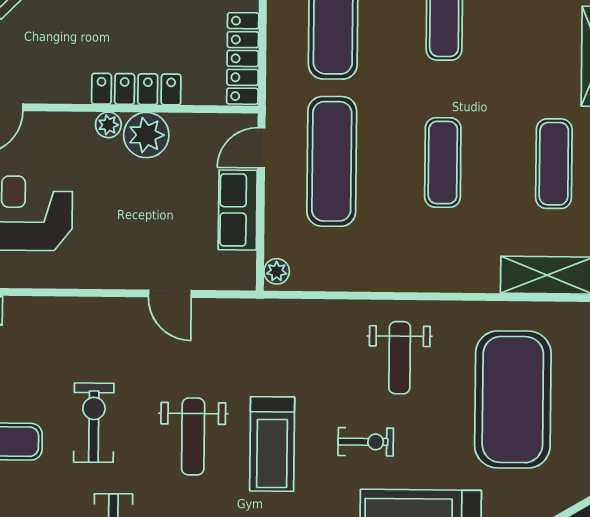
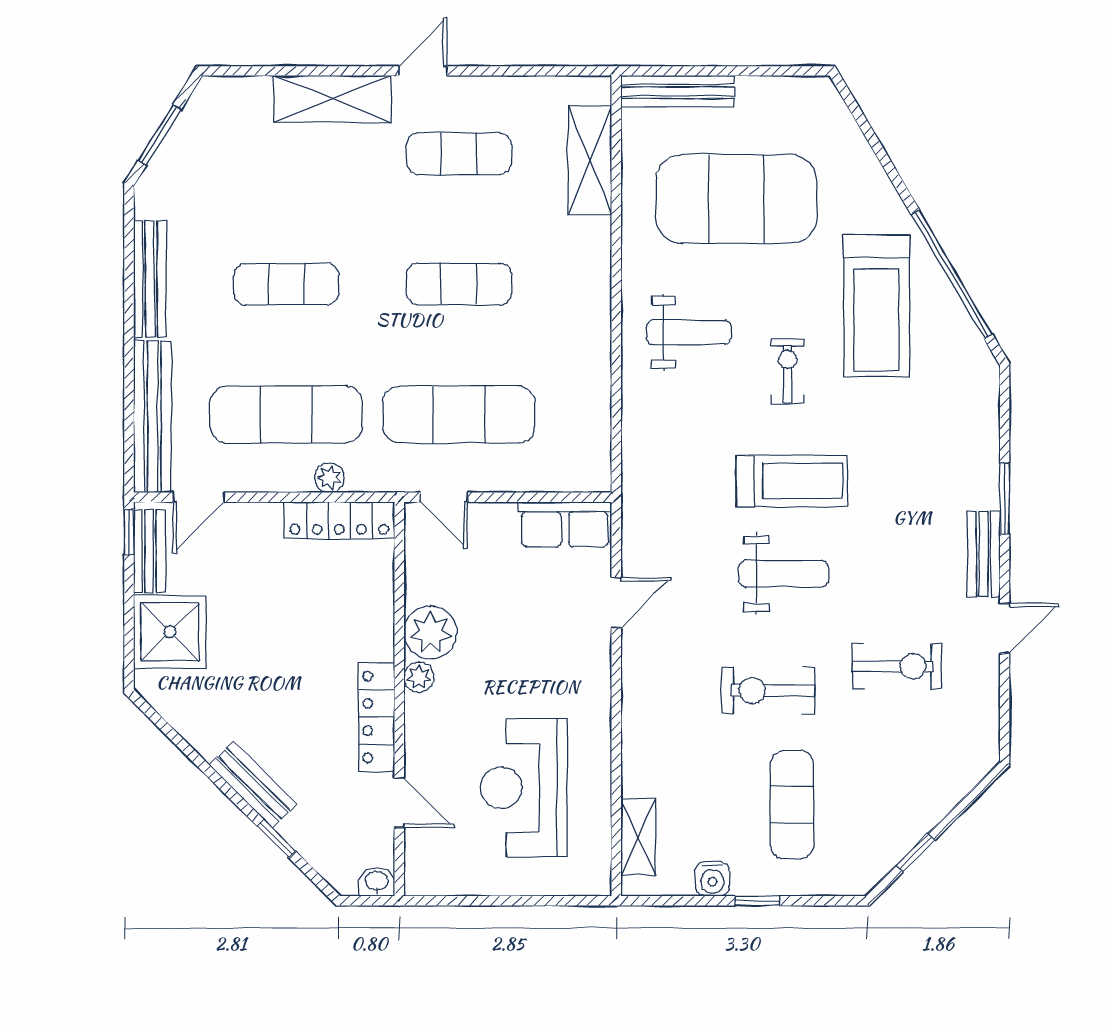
locker: (136, 89) -> (377, 717), moved
row of seats: (238, 210) -> (565, 524), moved
plant: (277, 271) -> (329, 478), moved

